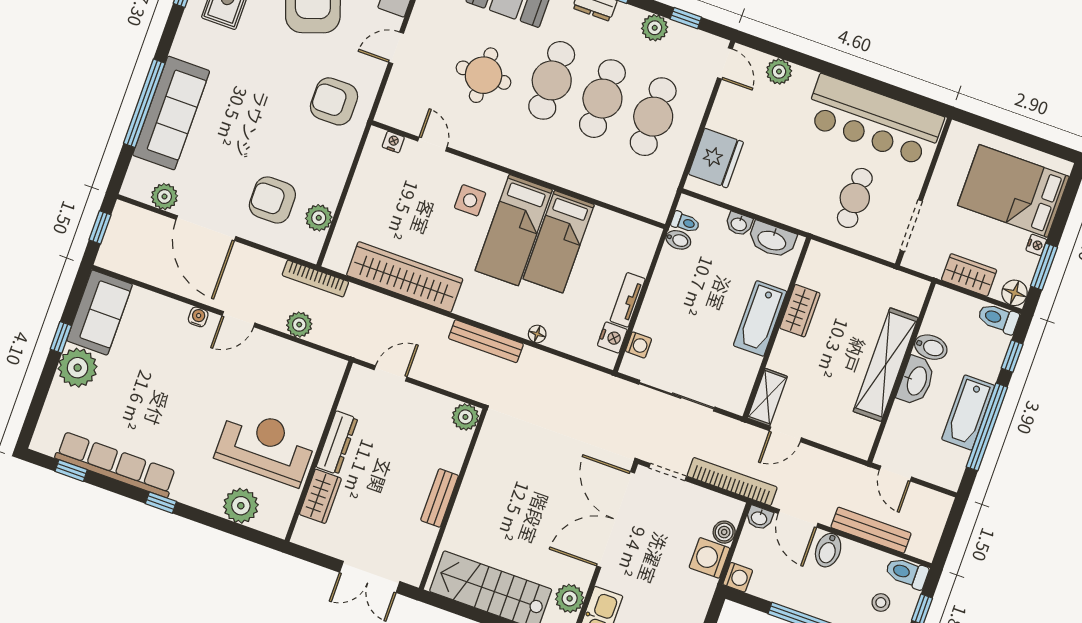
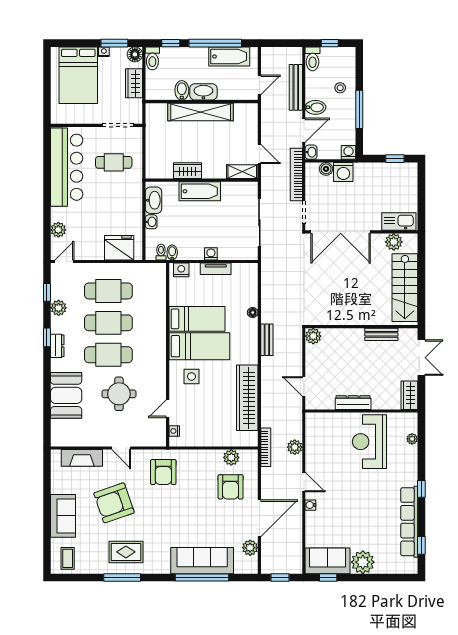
window: (61, 337) -> (328, 578), moved
nightstand: (612, 337) -> (181, 270), moved
bench: (486, 341) -> (267, 340), width x0.73
washing machine: (639, 345) -> (211, 254), moved
bathtub: (968, 413) -> (229, 57), moved
wardrobe: (320, 496) -> (409, 395), moved, turned -90
bench: (440, 498) -> (381, 334), moved
plant: (241, 506) -> (412, 439), width x0.53, depth x0.53
stool: (881, 603) -> (340, 88), moved

